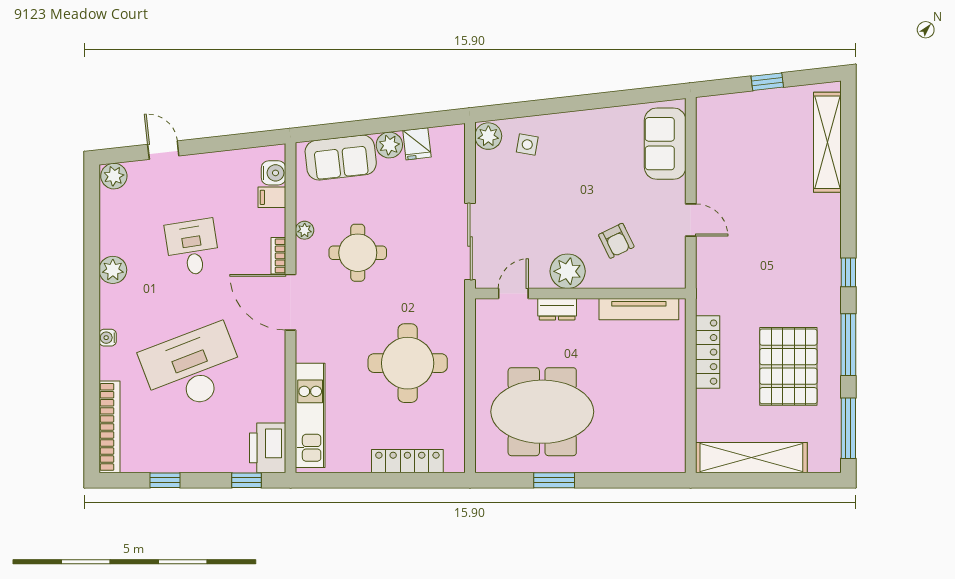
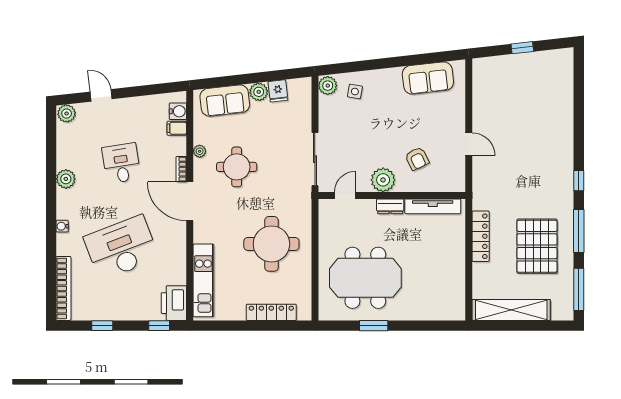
shelving: (827, 142) -> (564, 90), removed
sofa: (665, 144) -> (428, 78), moved, turned -96
dresser: (557, 309) -> (390, 206), moved

